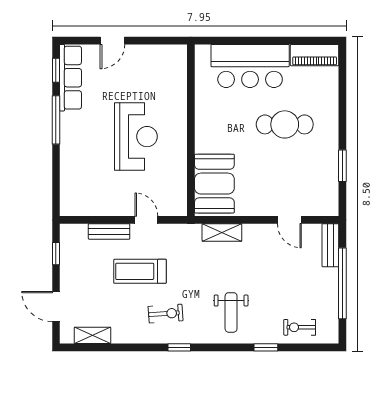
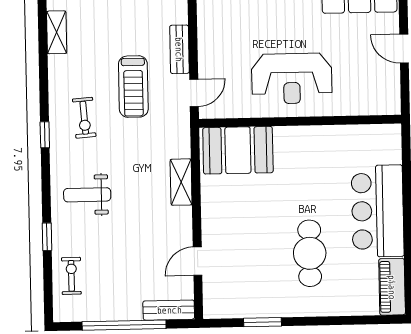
wall: (191, 130) -> (300, 121), moved
booth: (214, 184) -> (238, 150), moved
treadmill: (140, 271) -> (133, 87), turned 180

